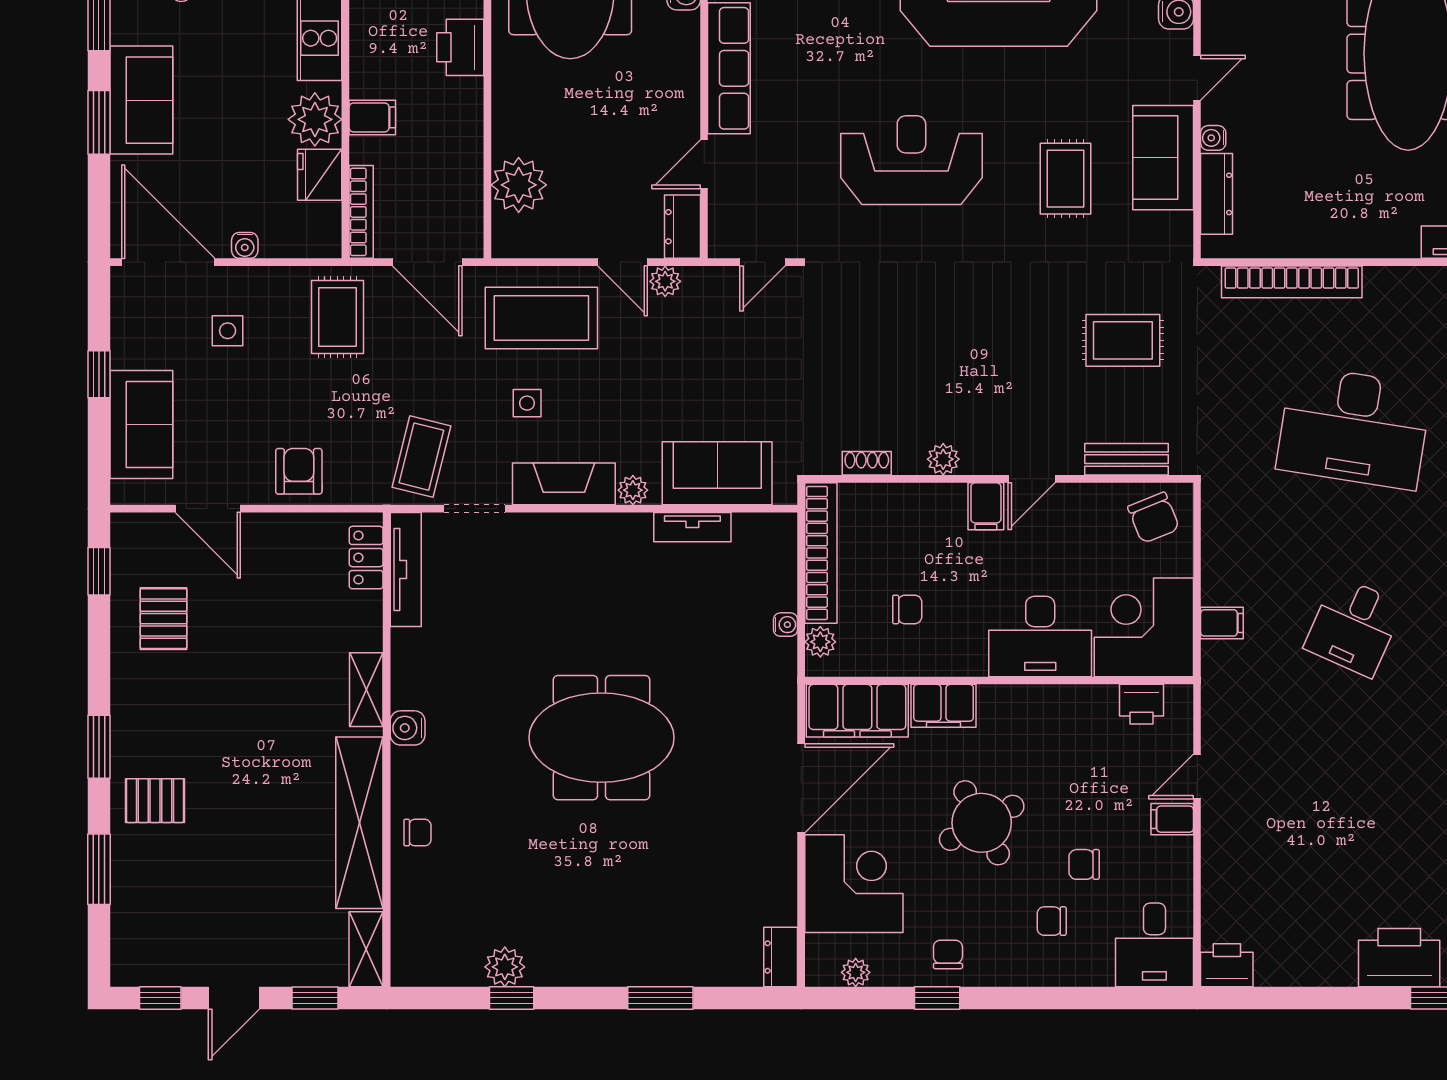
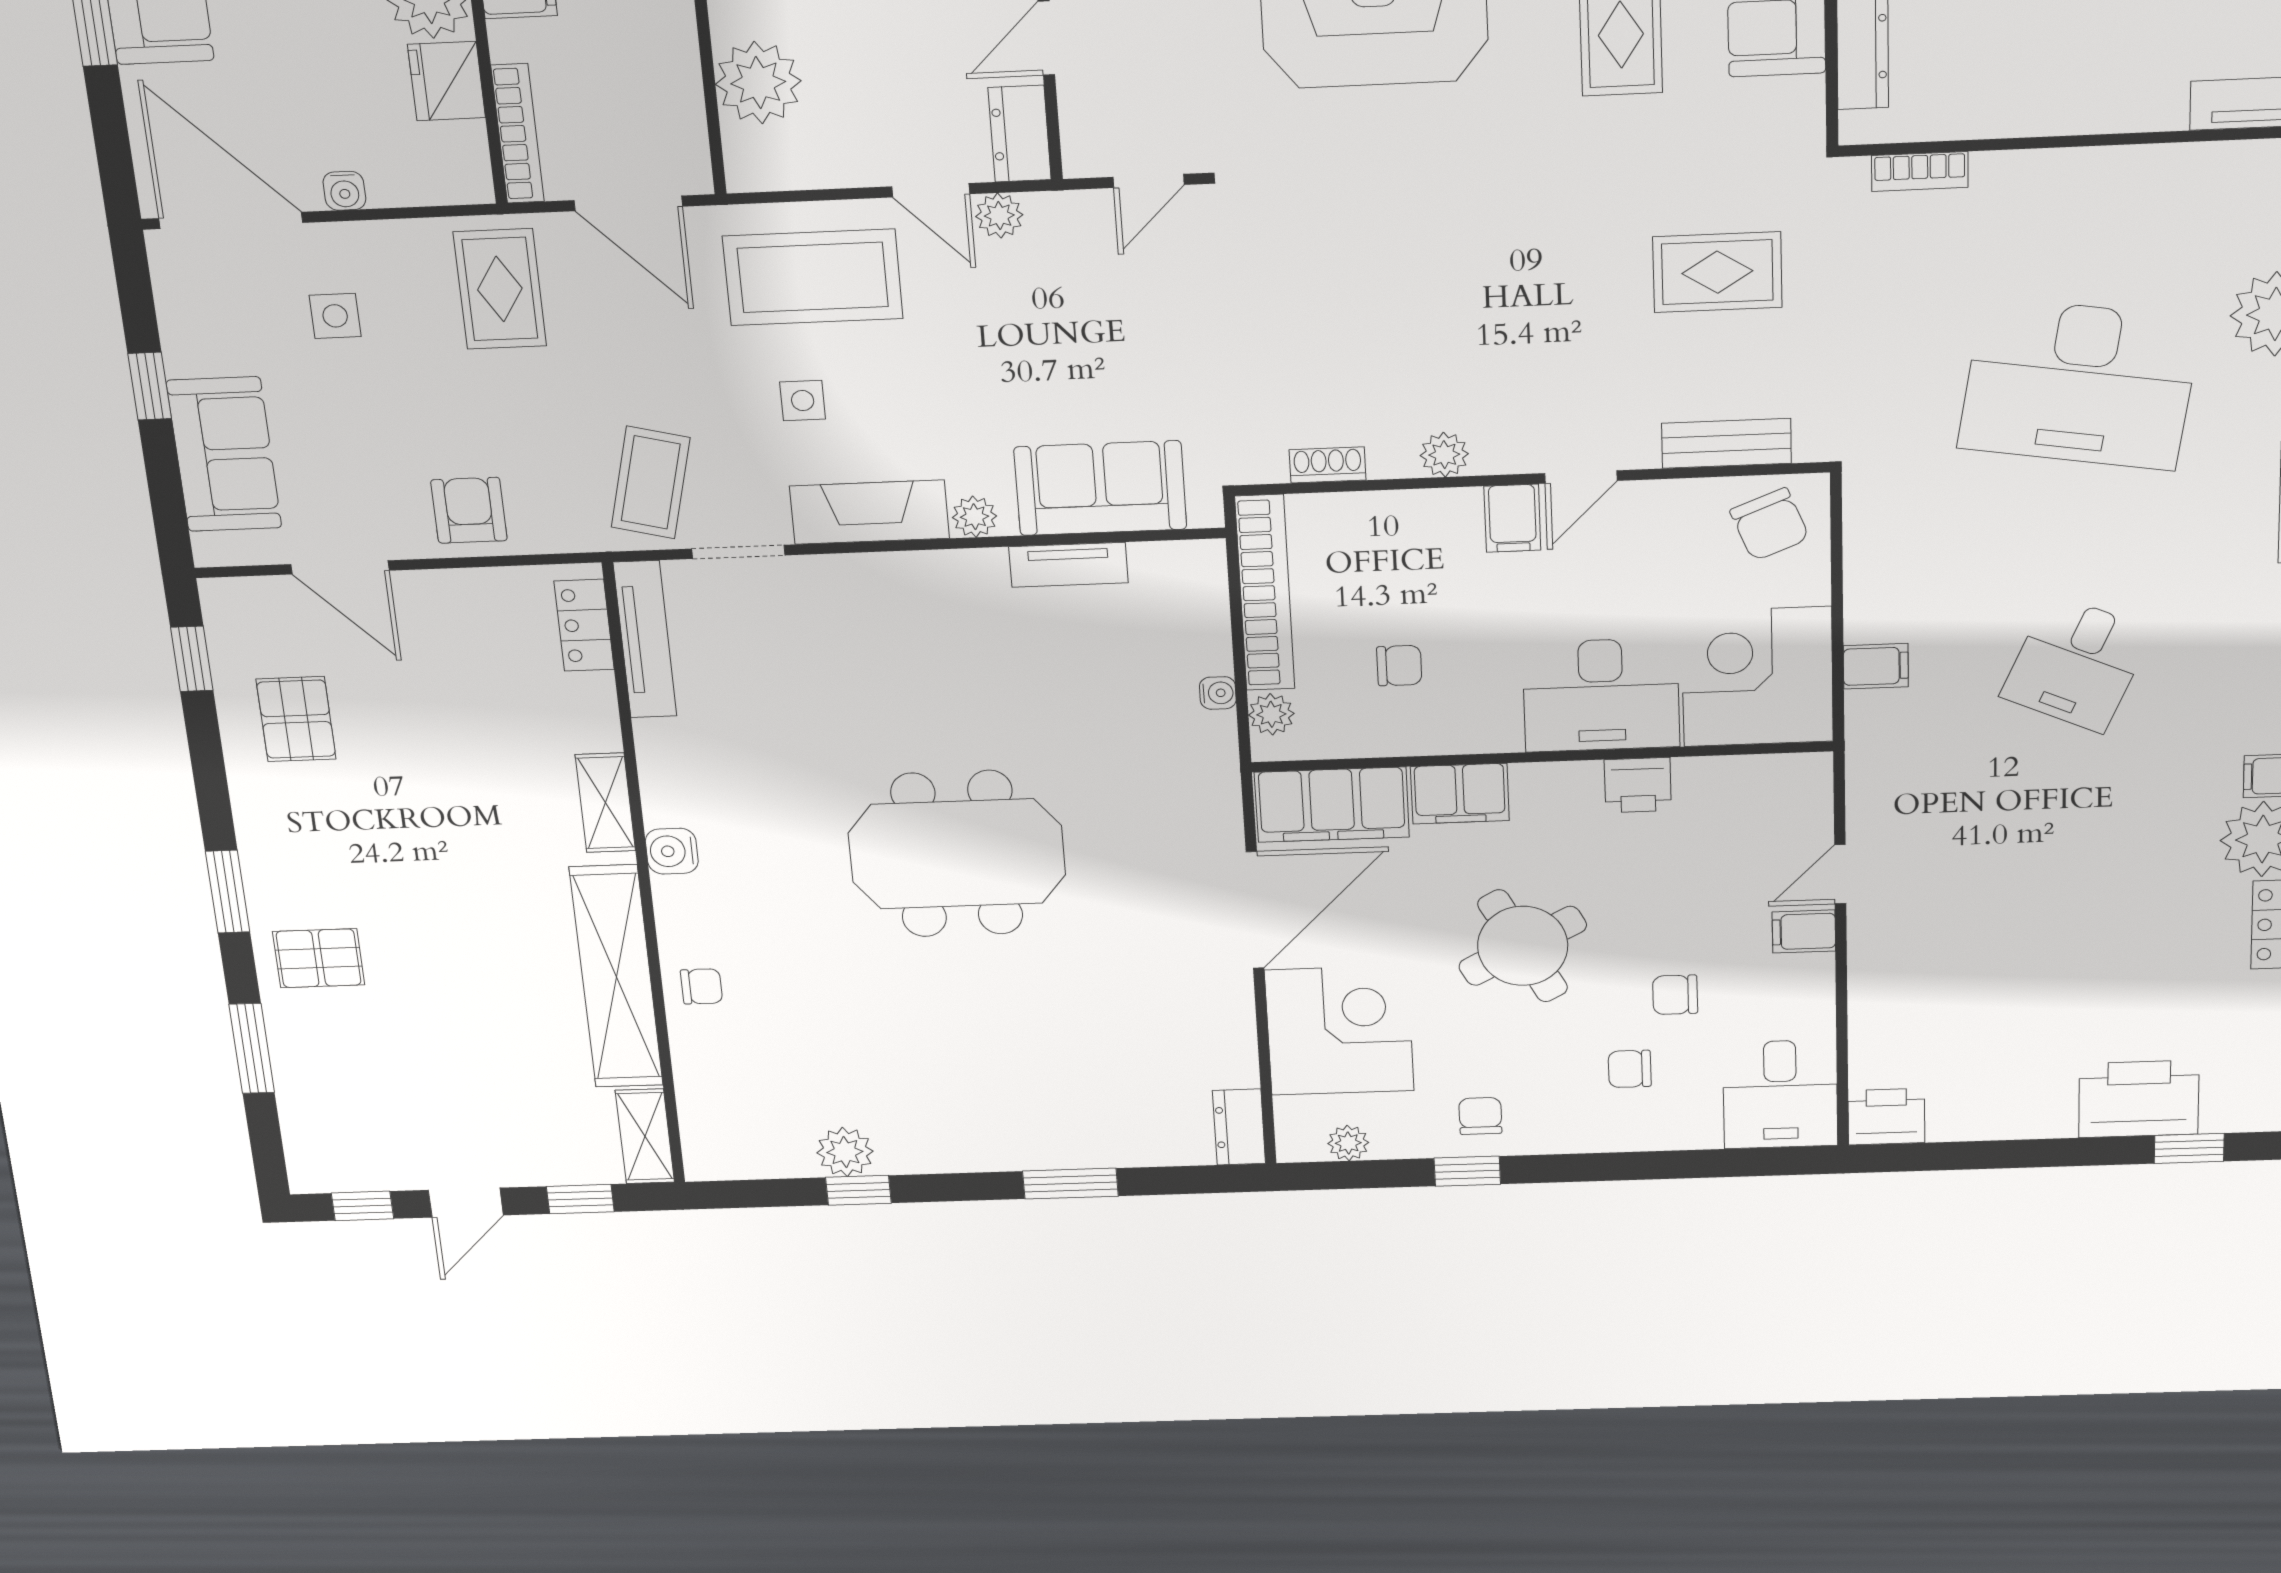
bookcase: (1292, 282) -> (1920, 171), width x0.43, depth x0.76
printer: (1141, 704) -> (1638, 785), moved

